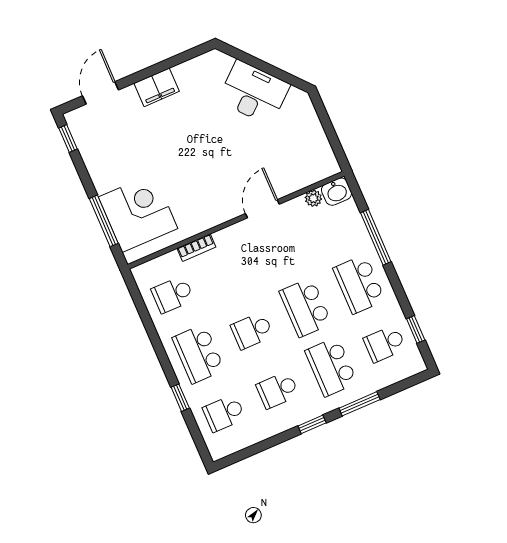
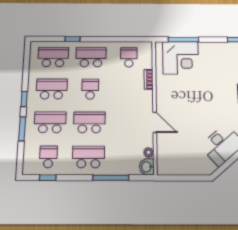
school desk: (278, 390) -> (52, 89), width x1.85
school desk: (224, 413) -> (53, 57), width x1.85

